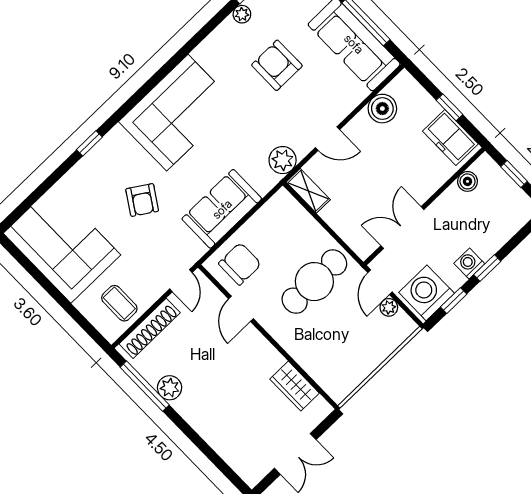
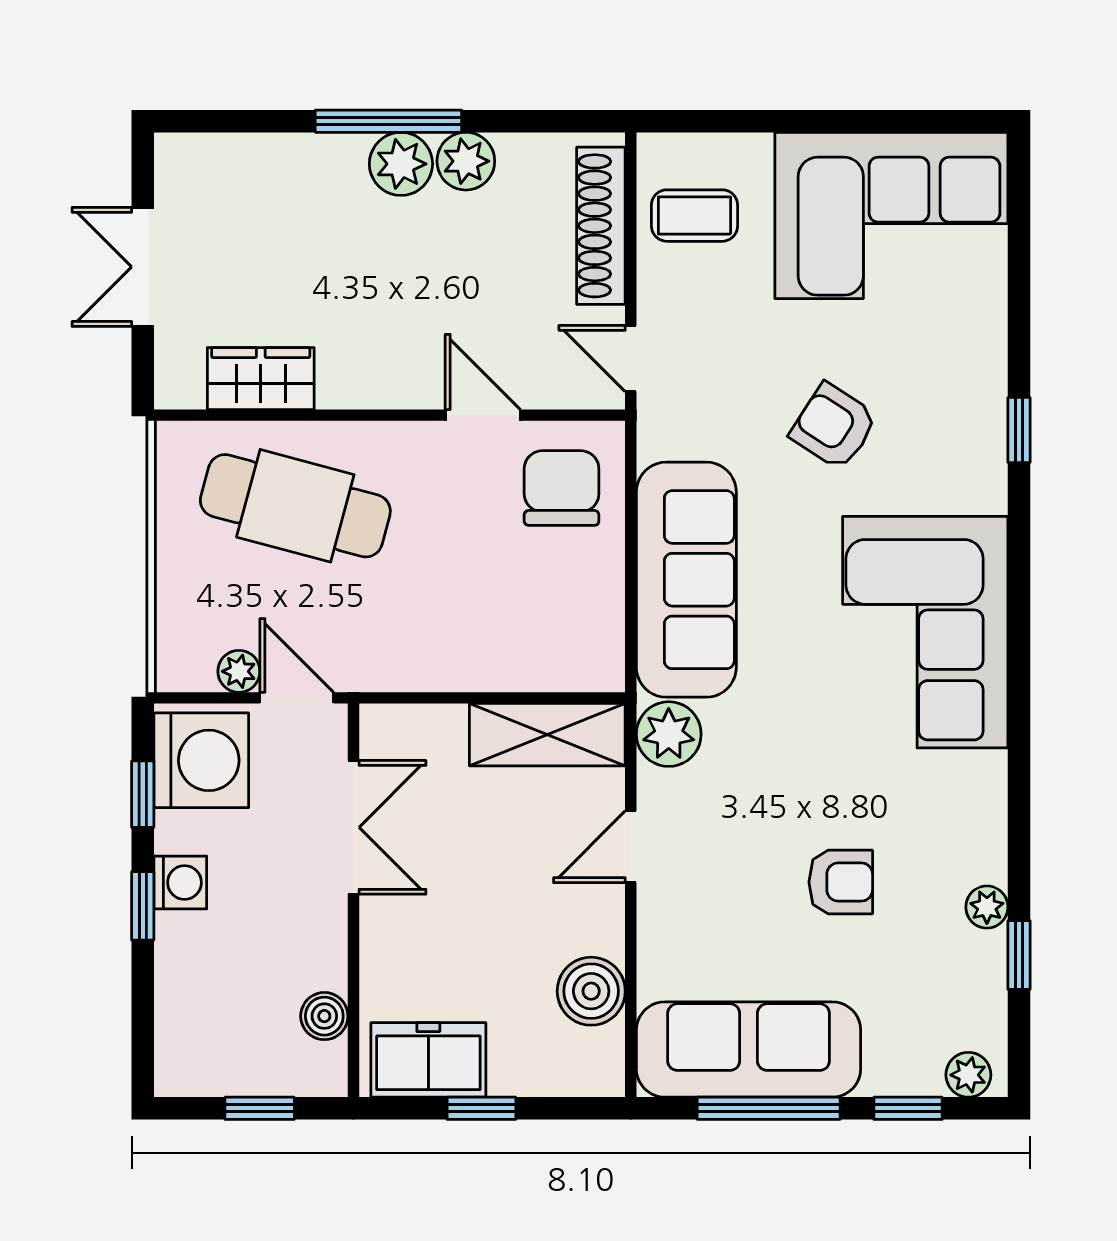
armchair: (277, 65) -> (841, 882), width x0.72, depth x0.72
shelving: (308, 191) -> (547, 735), width x1.50, depth x1.33
sofa: (222, 209) -> (686, 580), width x1.36
chair: (240, 264) -> (562, 488), turned 180
cafe table: (314, 282) -> (295, 506), moved, turned -75
window: (145, 386) -> (388, 121), moved
plant: (189, 406) -> (401, 164), added

